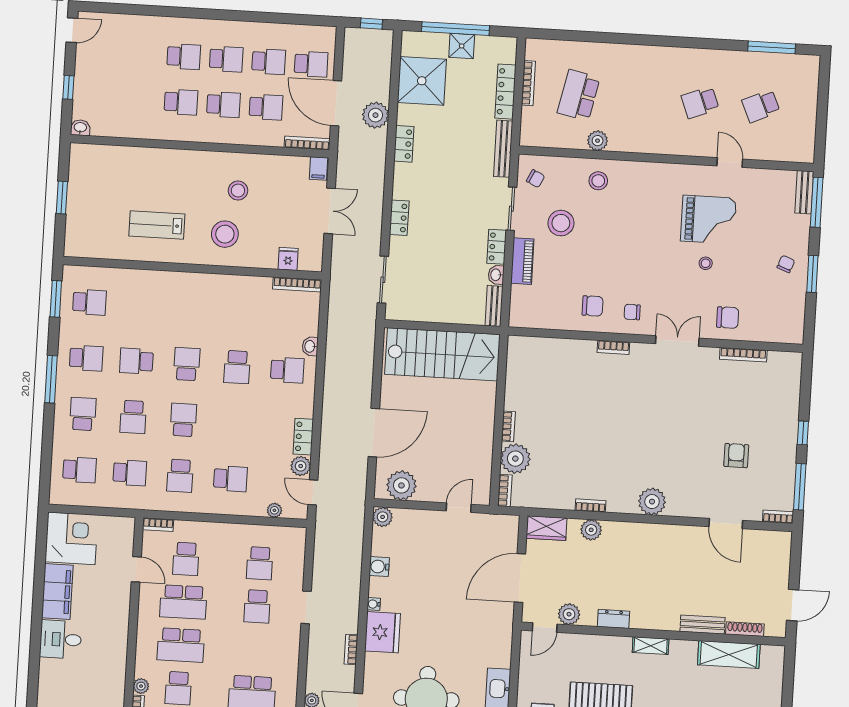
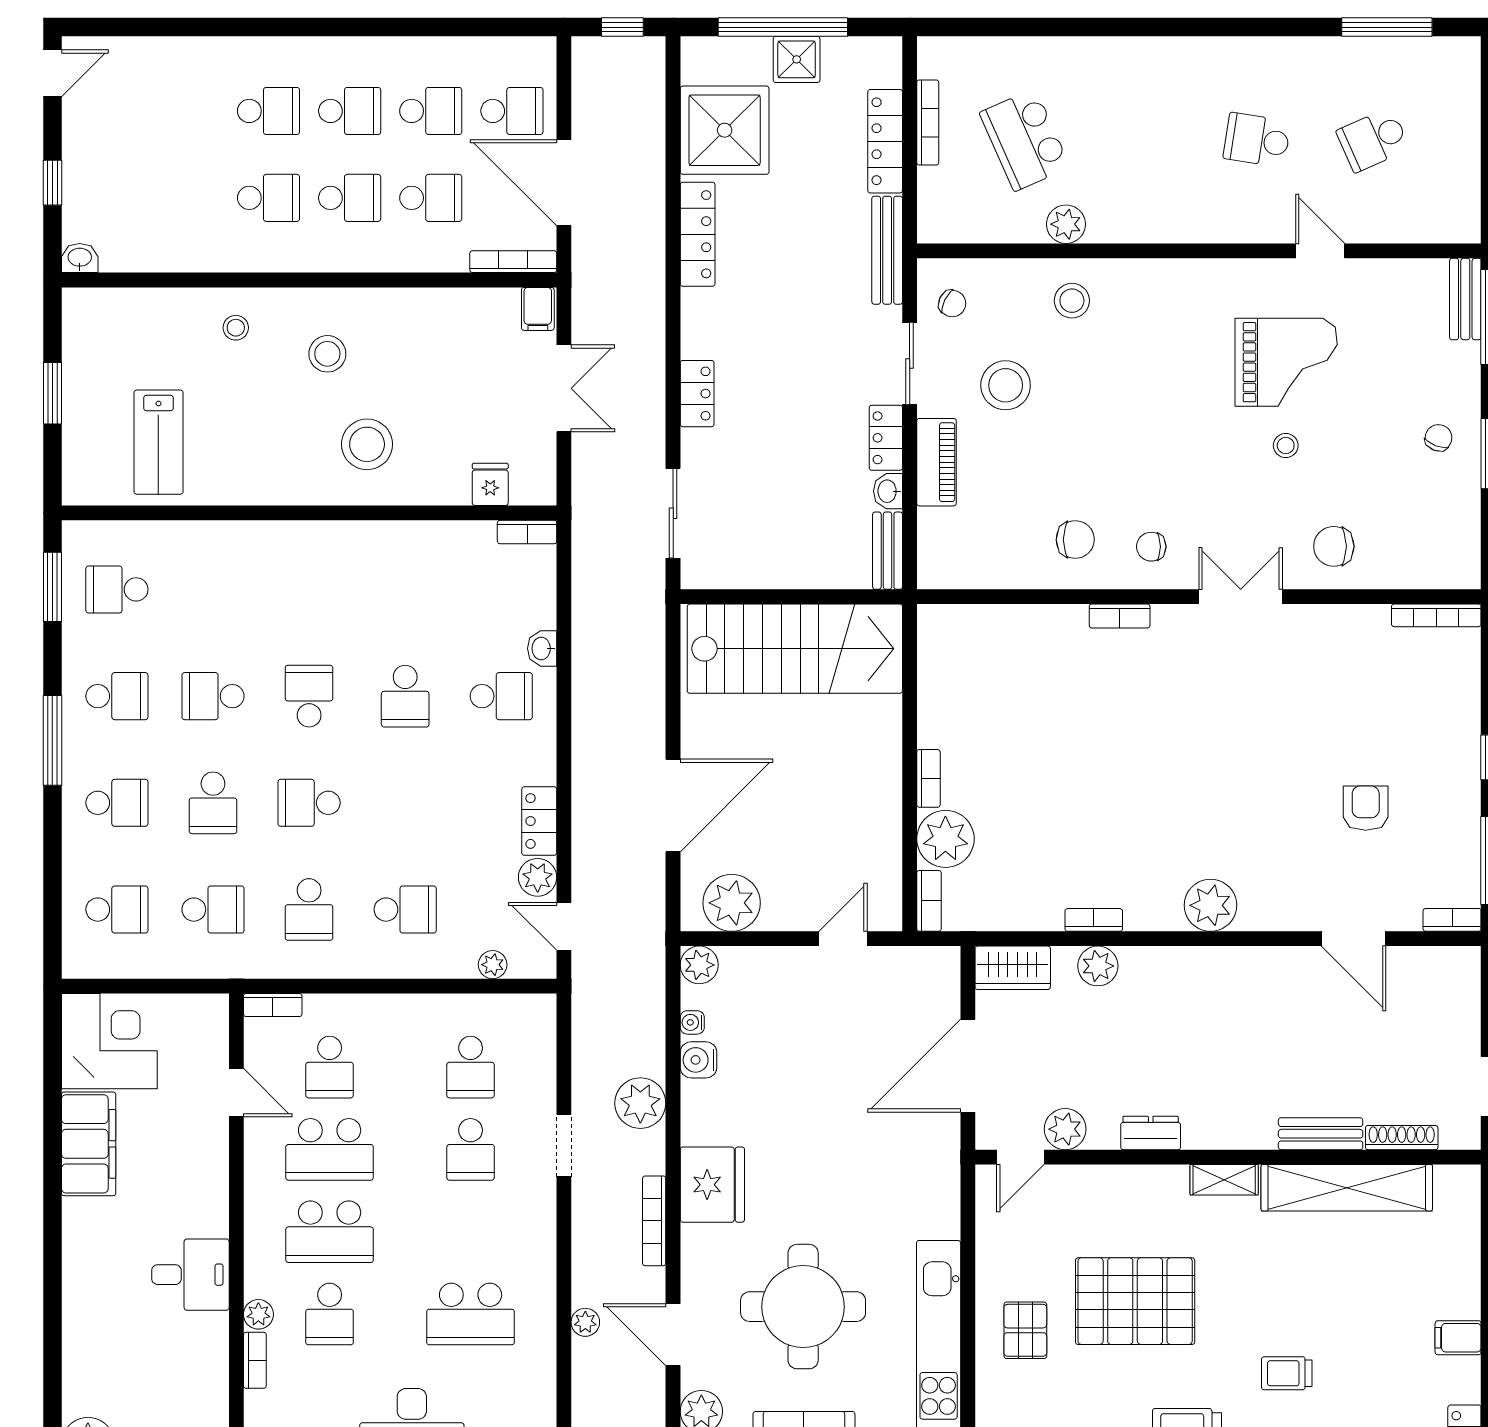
school desk: (579, 95) -> (1025, 140), turned -36
school desk: (700, 102) -> (1257, 140), turned 30
plant: (375, 115) -> (640, 1103), moved
locker: (404, 144) -> (698, 234), width x1.53
stool: (160, 169) -> (236, 328), added
stool: (238, 191) -> (327, 354), moved
lab bench: (157, 225) -> (158, 442), moved, turned -90
bookcase: (297, 284) -> (527, 532), width x0.64
school desk: (89, 302) -> (117, 589), turned 180
chair: (728, 318) -> (1334, 546), turned 180
bookcase: (743, 355) -> (1436, 615), moved
school desk: (83, 414) -> (117, 803), turned 90
school desk: (183, 420) -> (309, 803), turned -90
water cooler: (374, 604) -> (692, 1022), moved
desk: (61, 639) -> (190, 1275), moved, turned 180
bookcase: (351, 649) -> (654, 1221), width x1.56
shelving: (729, 654) -> (1347, 1188), width x1.47

